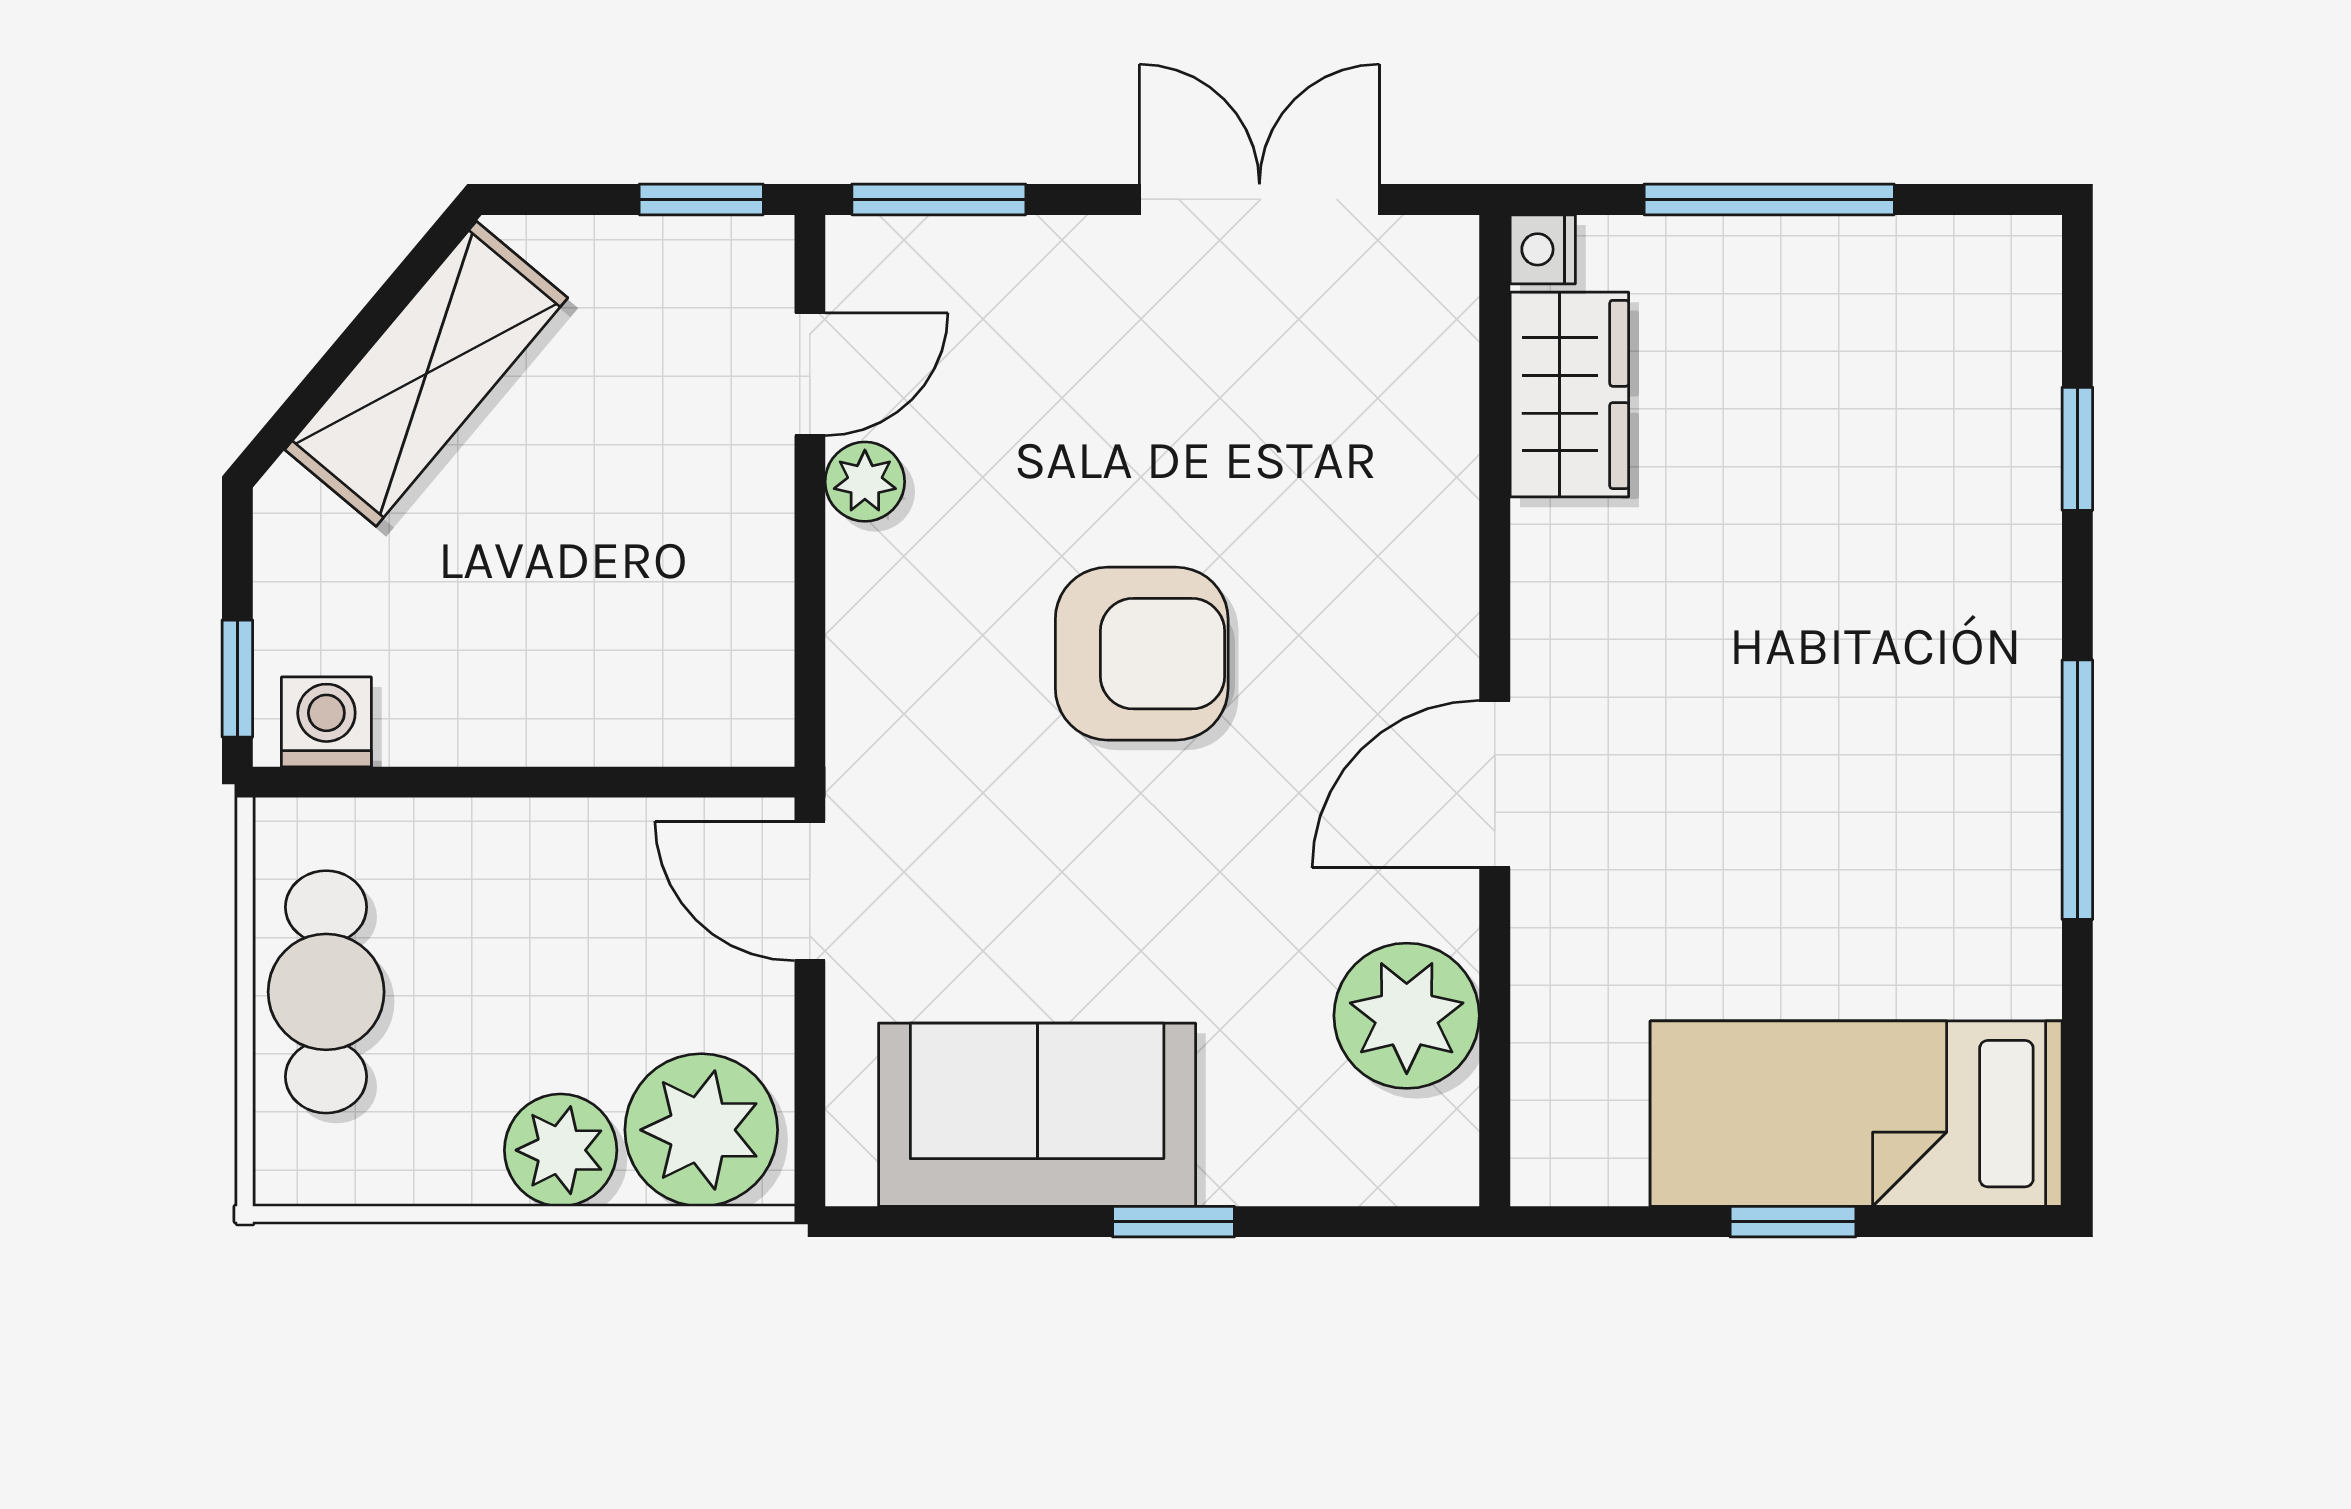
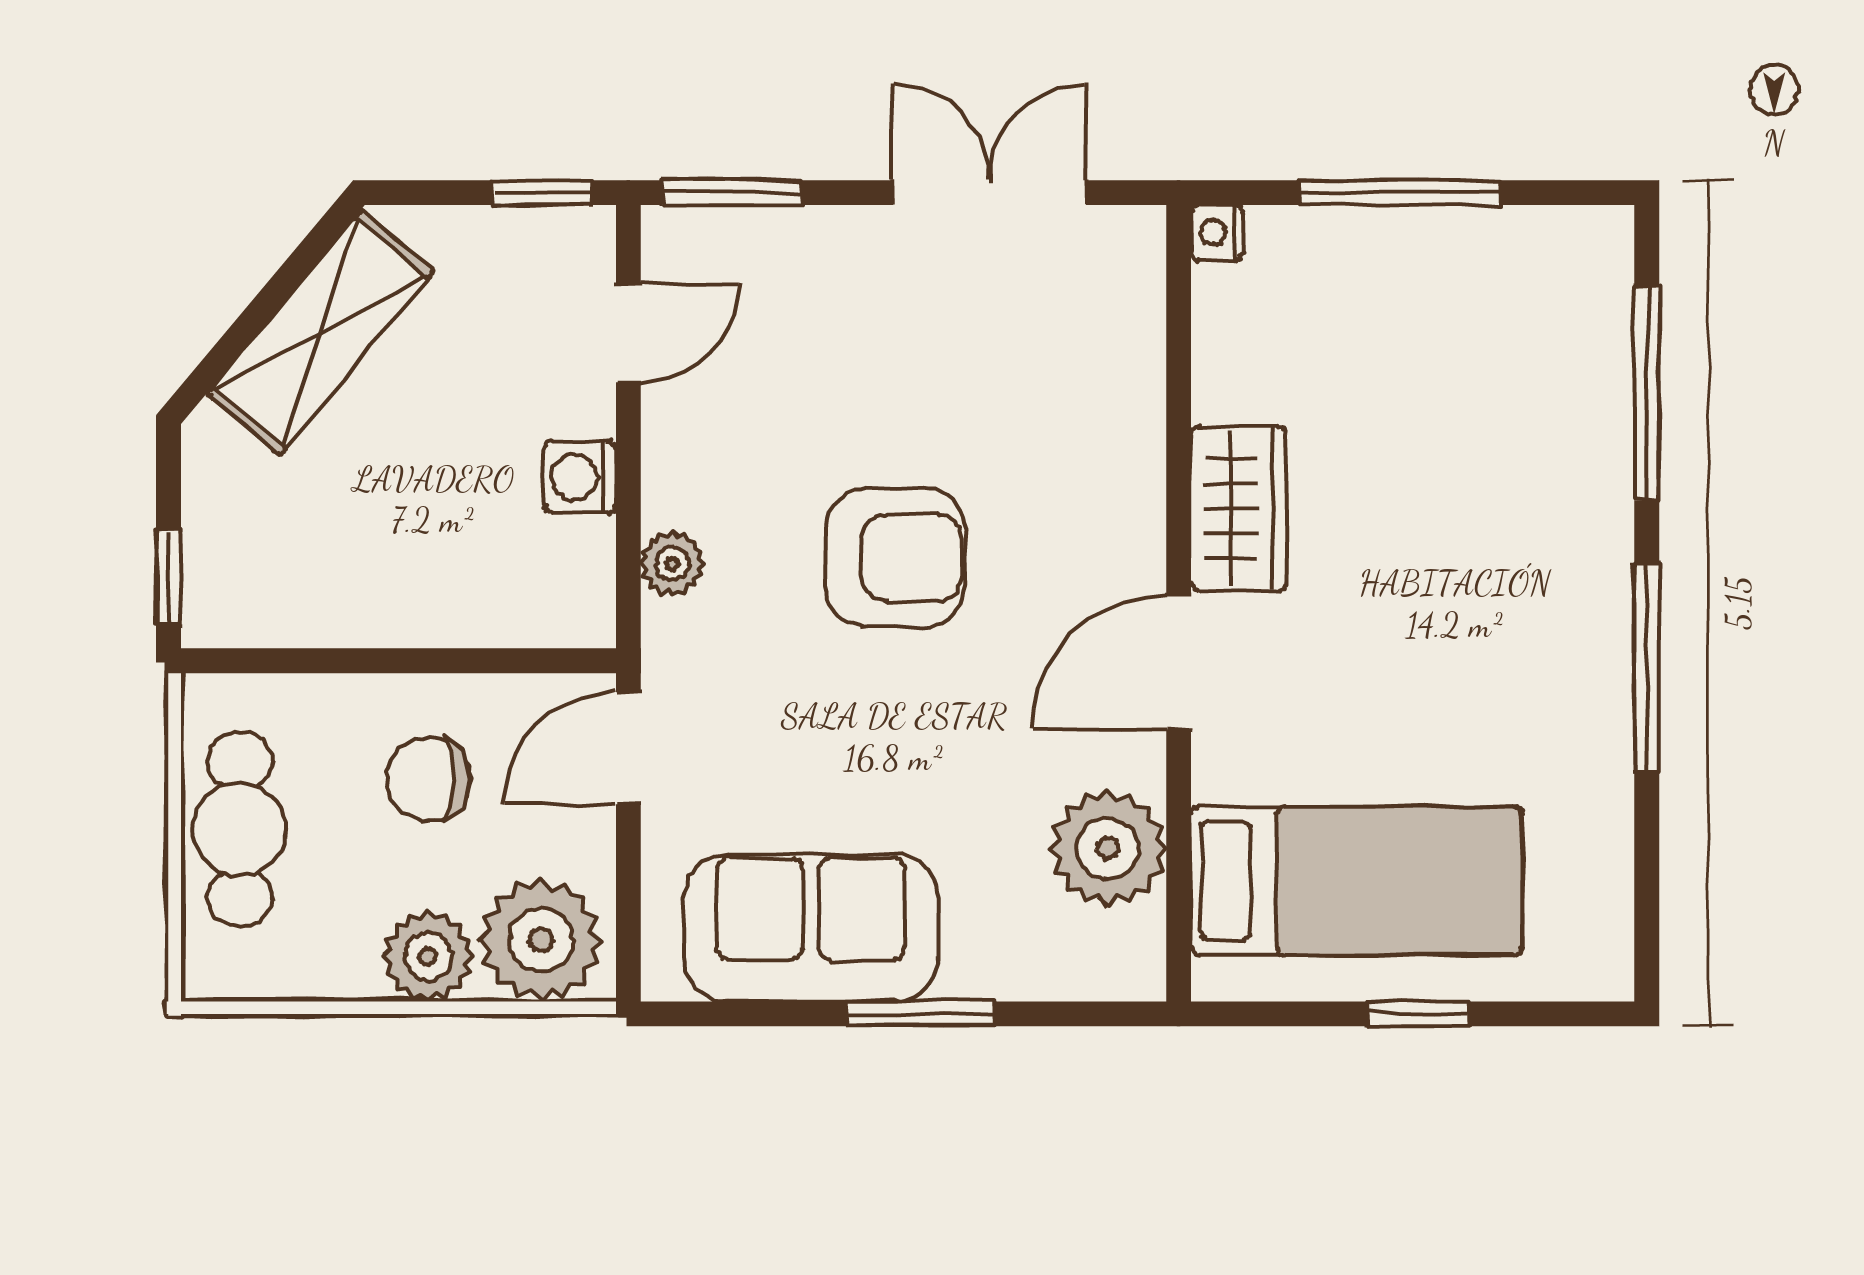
wardrobe: (1569, 394) -> (1239, 508), moved
window: (2077, 449) -> (1647, 393), width x2.17
plant: (865, 482) -> (673, 564), moved
washing machine: (326, 722) -> (580, 477), moved, turned -90
door: (810, 891) -> (628, 748), hinge flipped
chair: (561, 930) -> (428, 779), added
bed: (1856, 1114) -> (1356, 881), moved, turned 180
window: (1174, 1222) -> (921, 1014), width x1.50

